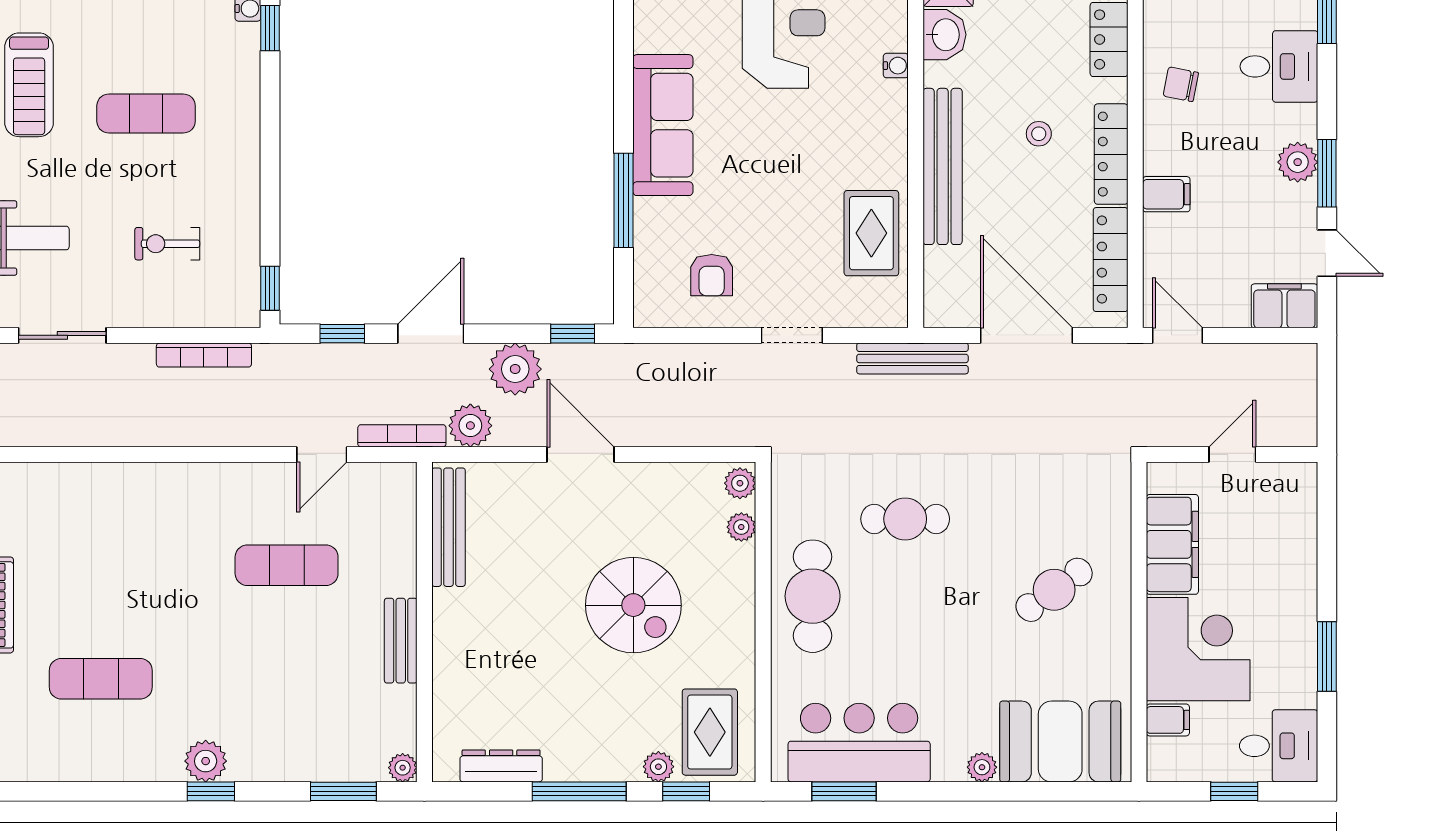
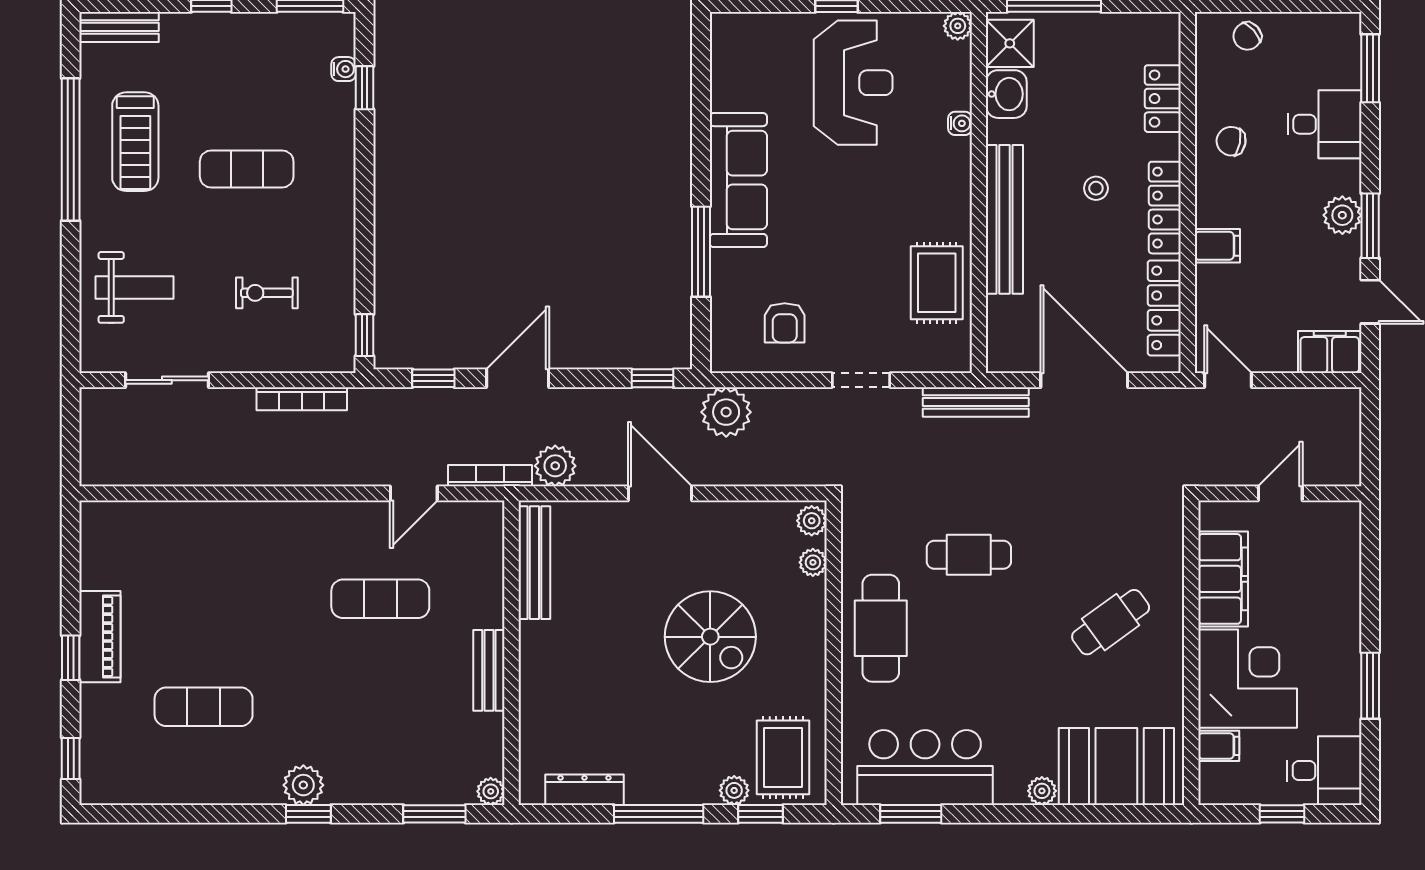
plant: (515, 369) -> (726, 412), moved

